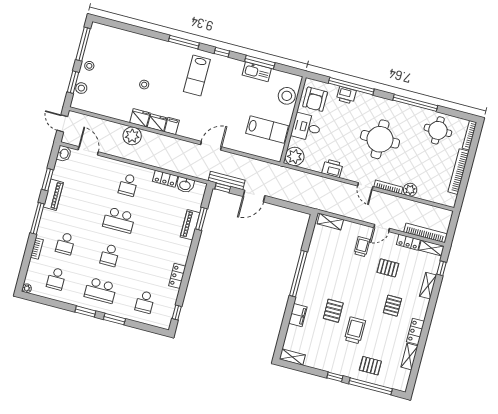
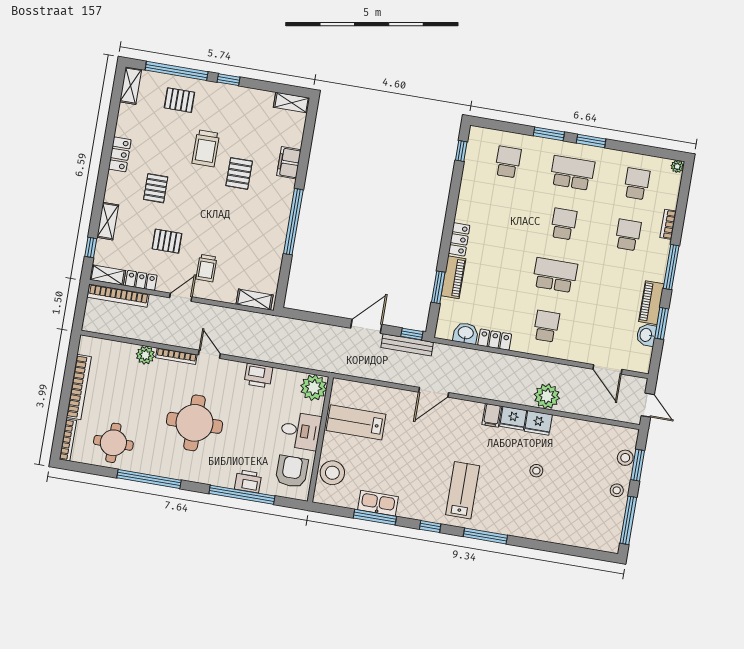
washbasin: (64, 154) -> (646, 335), moved
locker: (177, 276) -> (459, 239), moved
shelving: (409, 357) -> (131, 86), moved

